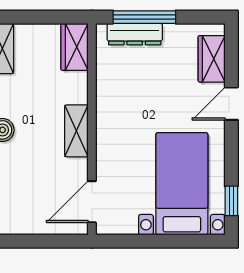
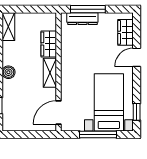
wardrobe: (75, 47) -> (49, 44), moved
window: (163, 241) -> (98, 134), added

